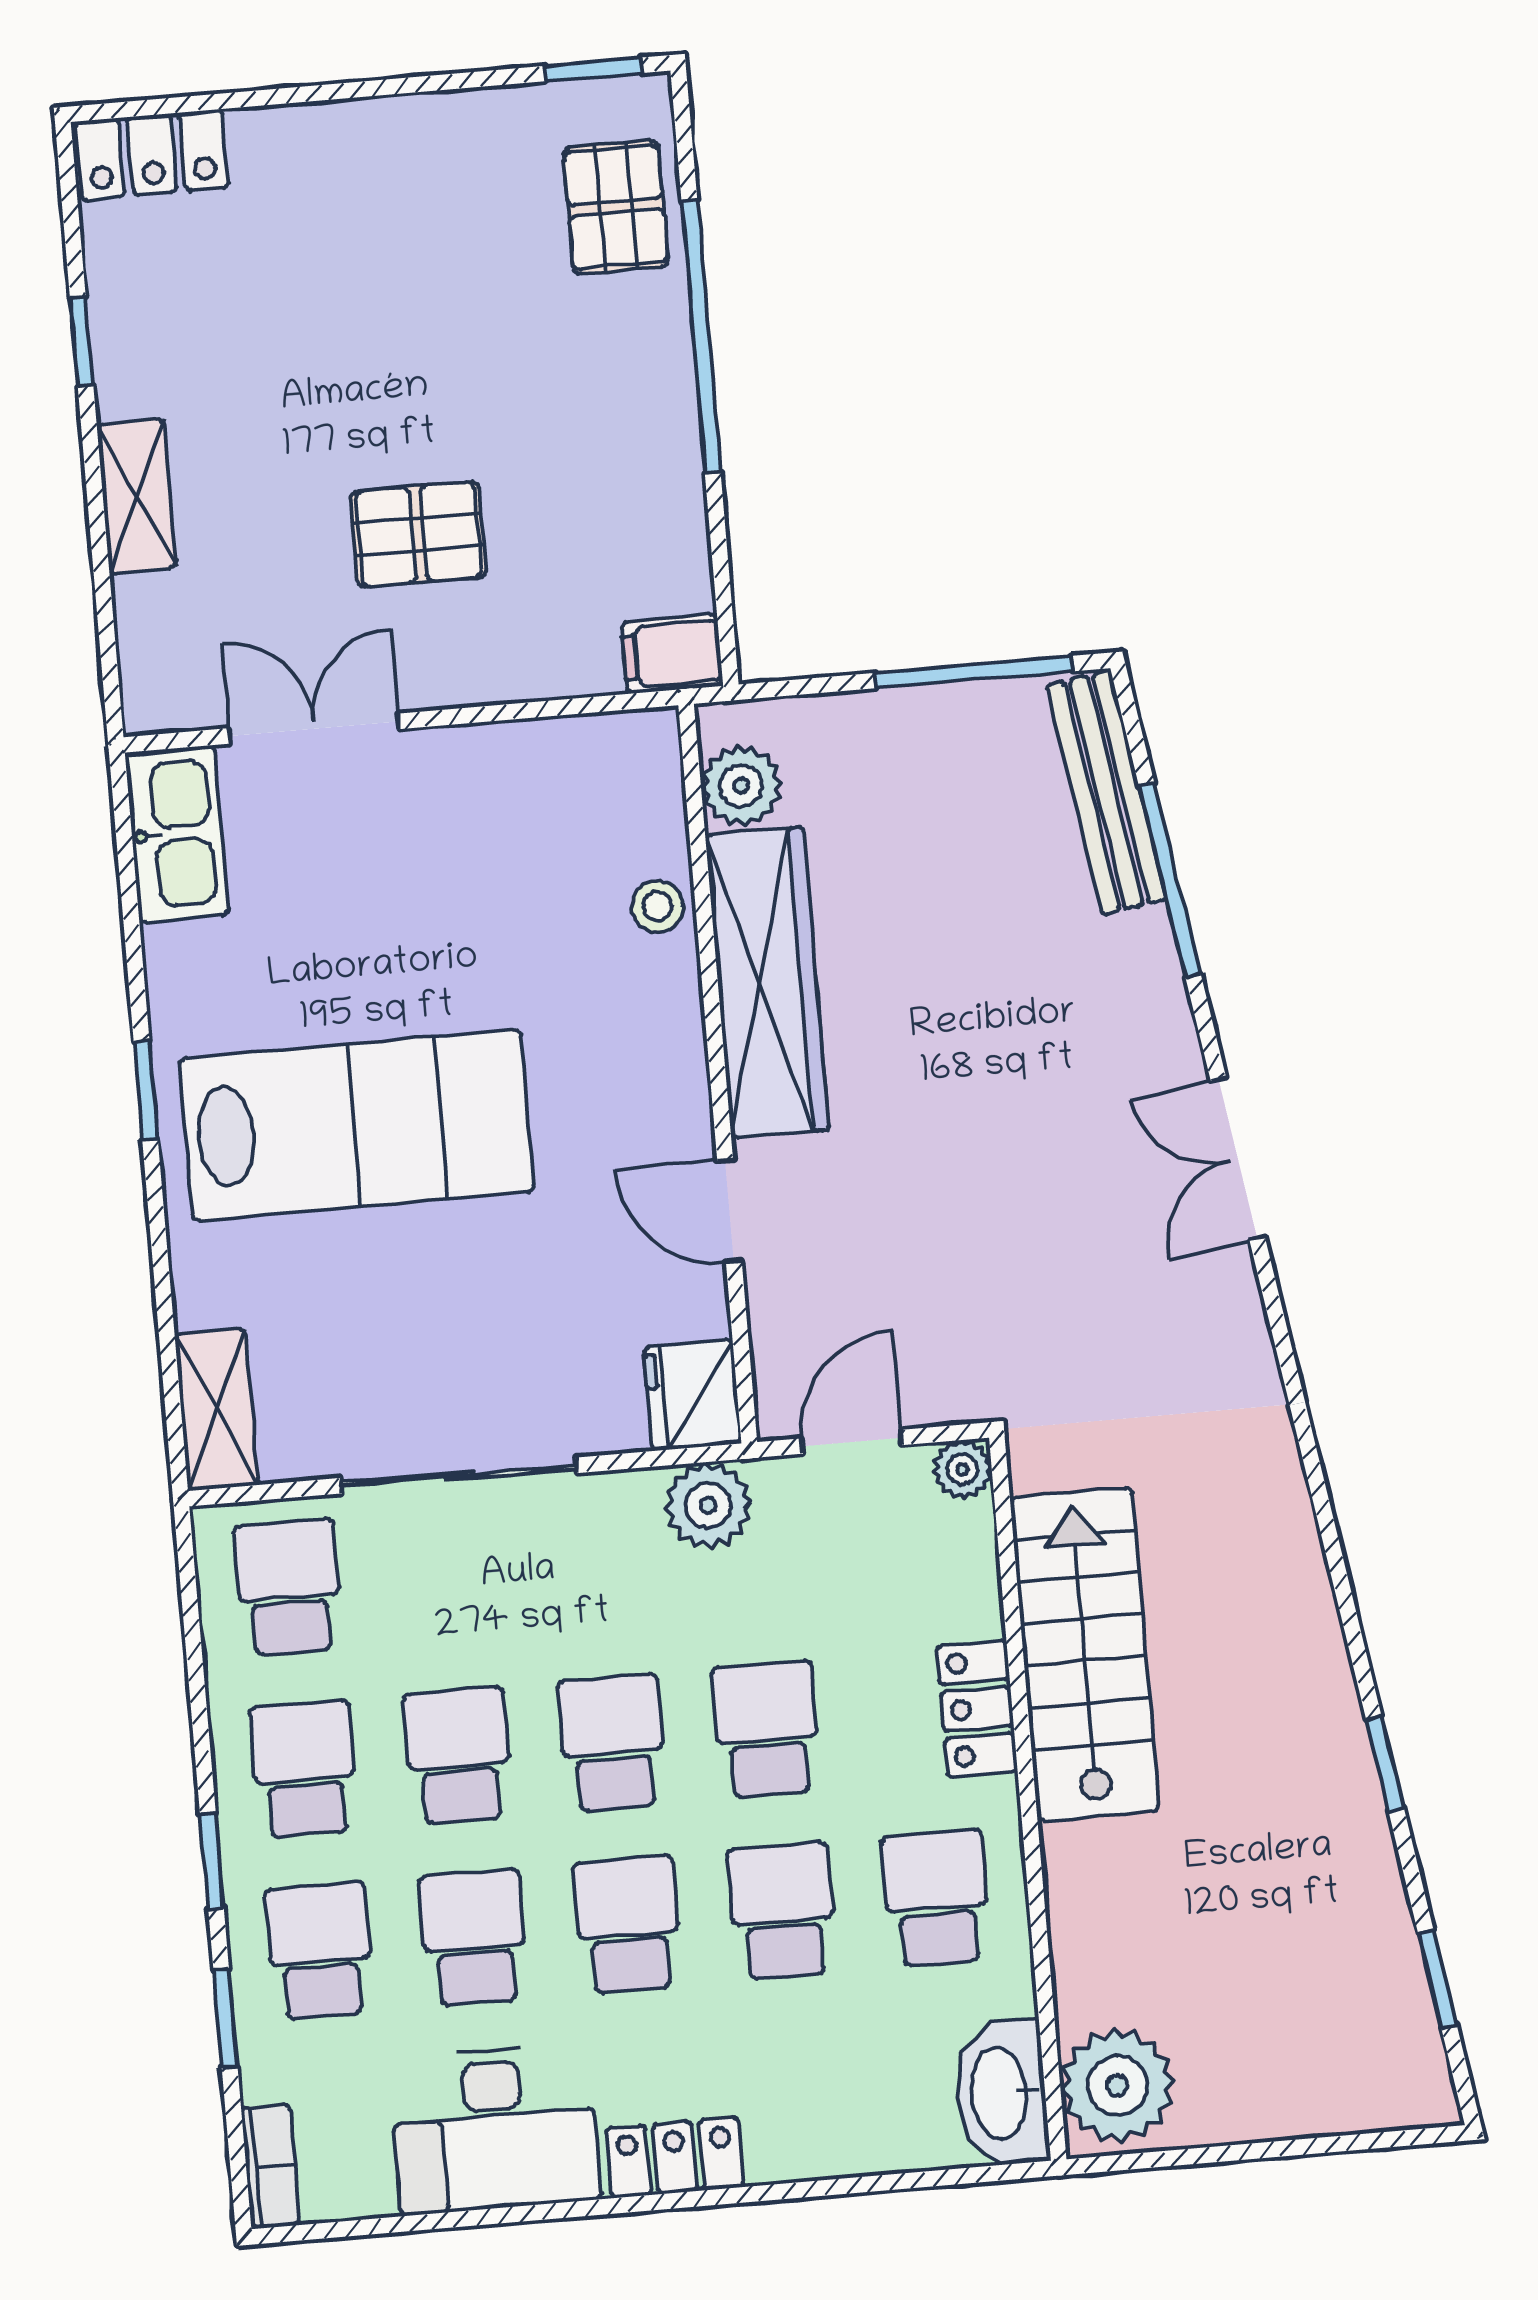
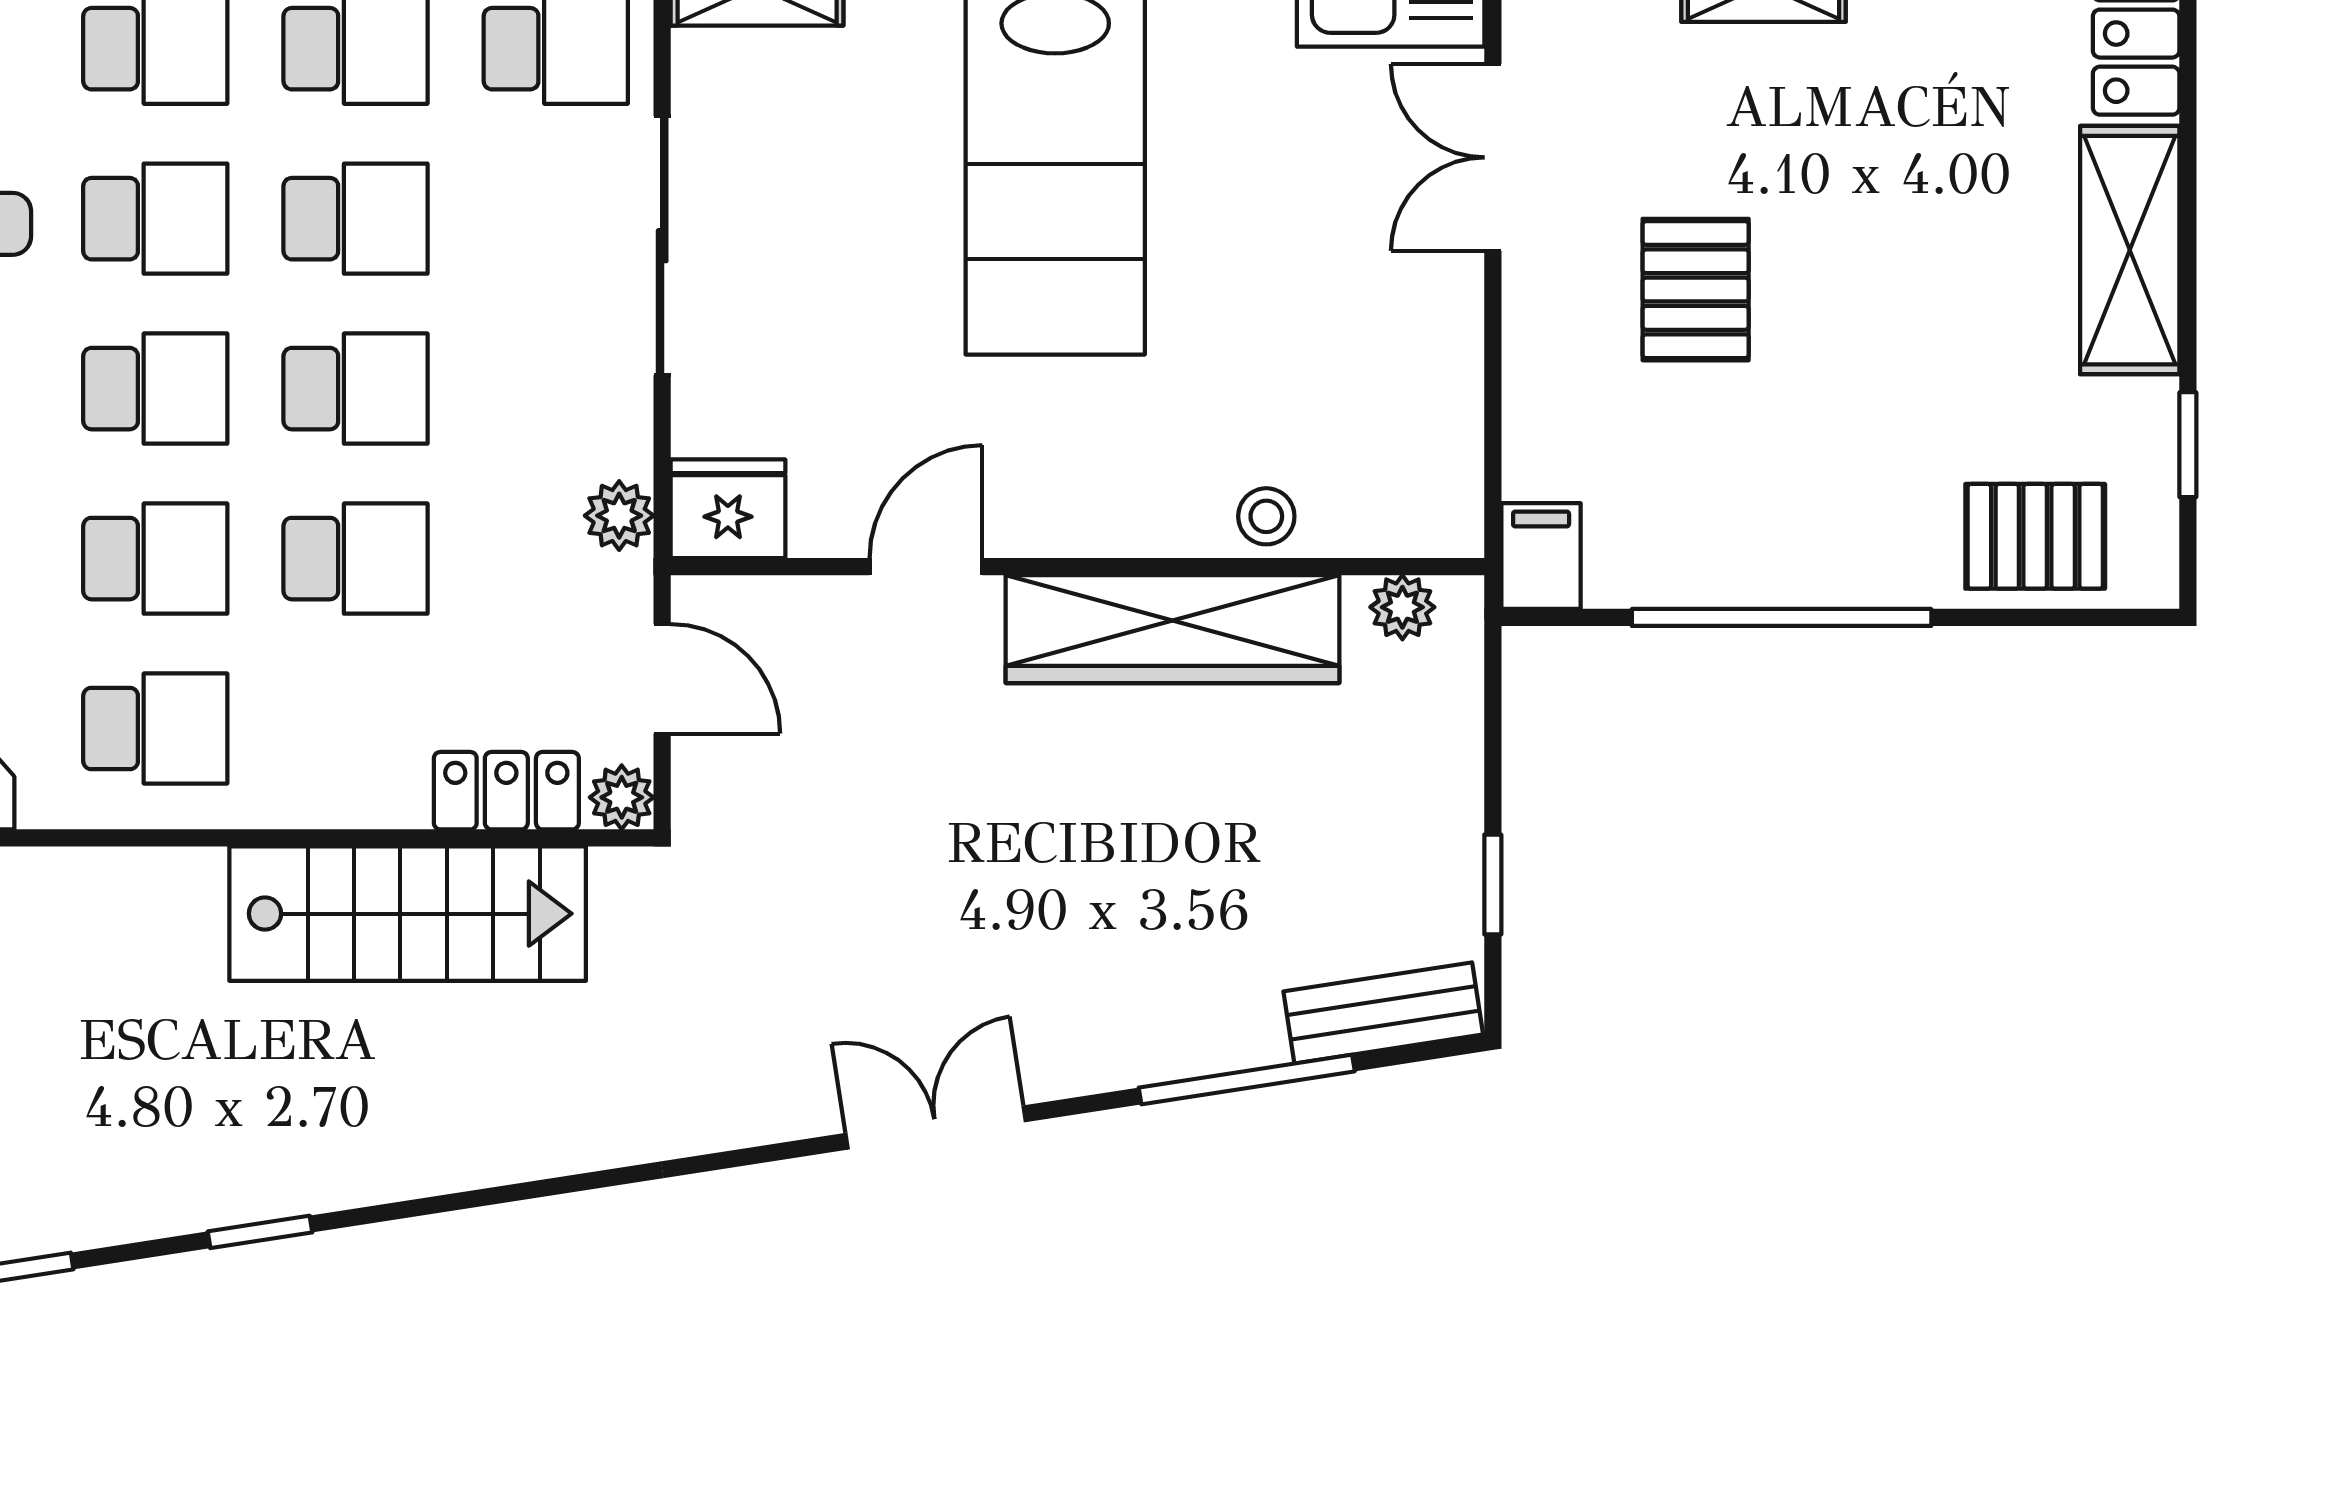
window: (593, 69) -> (2188, 445), moved
shelving: (349, 144) -> (2130, 250), added
window: (701, 336) -> (1782, 617), moved
window: (974, 672) -> (1493, 884), width x0.46
double door: (314, 729) -> (1493, 157), swing flipped
plant: (741, 786) -> (1402, 607), width x0.73, depth x0.73
bench: (1106, 792) -> (1383, 1013), width x0.73
plant: (708, 1505) -> (619, 516), width x0.73, depth x0.73
locker: (977, 1709) -> (506, 791), moved

